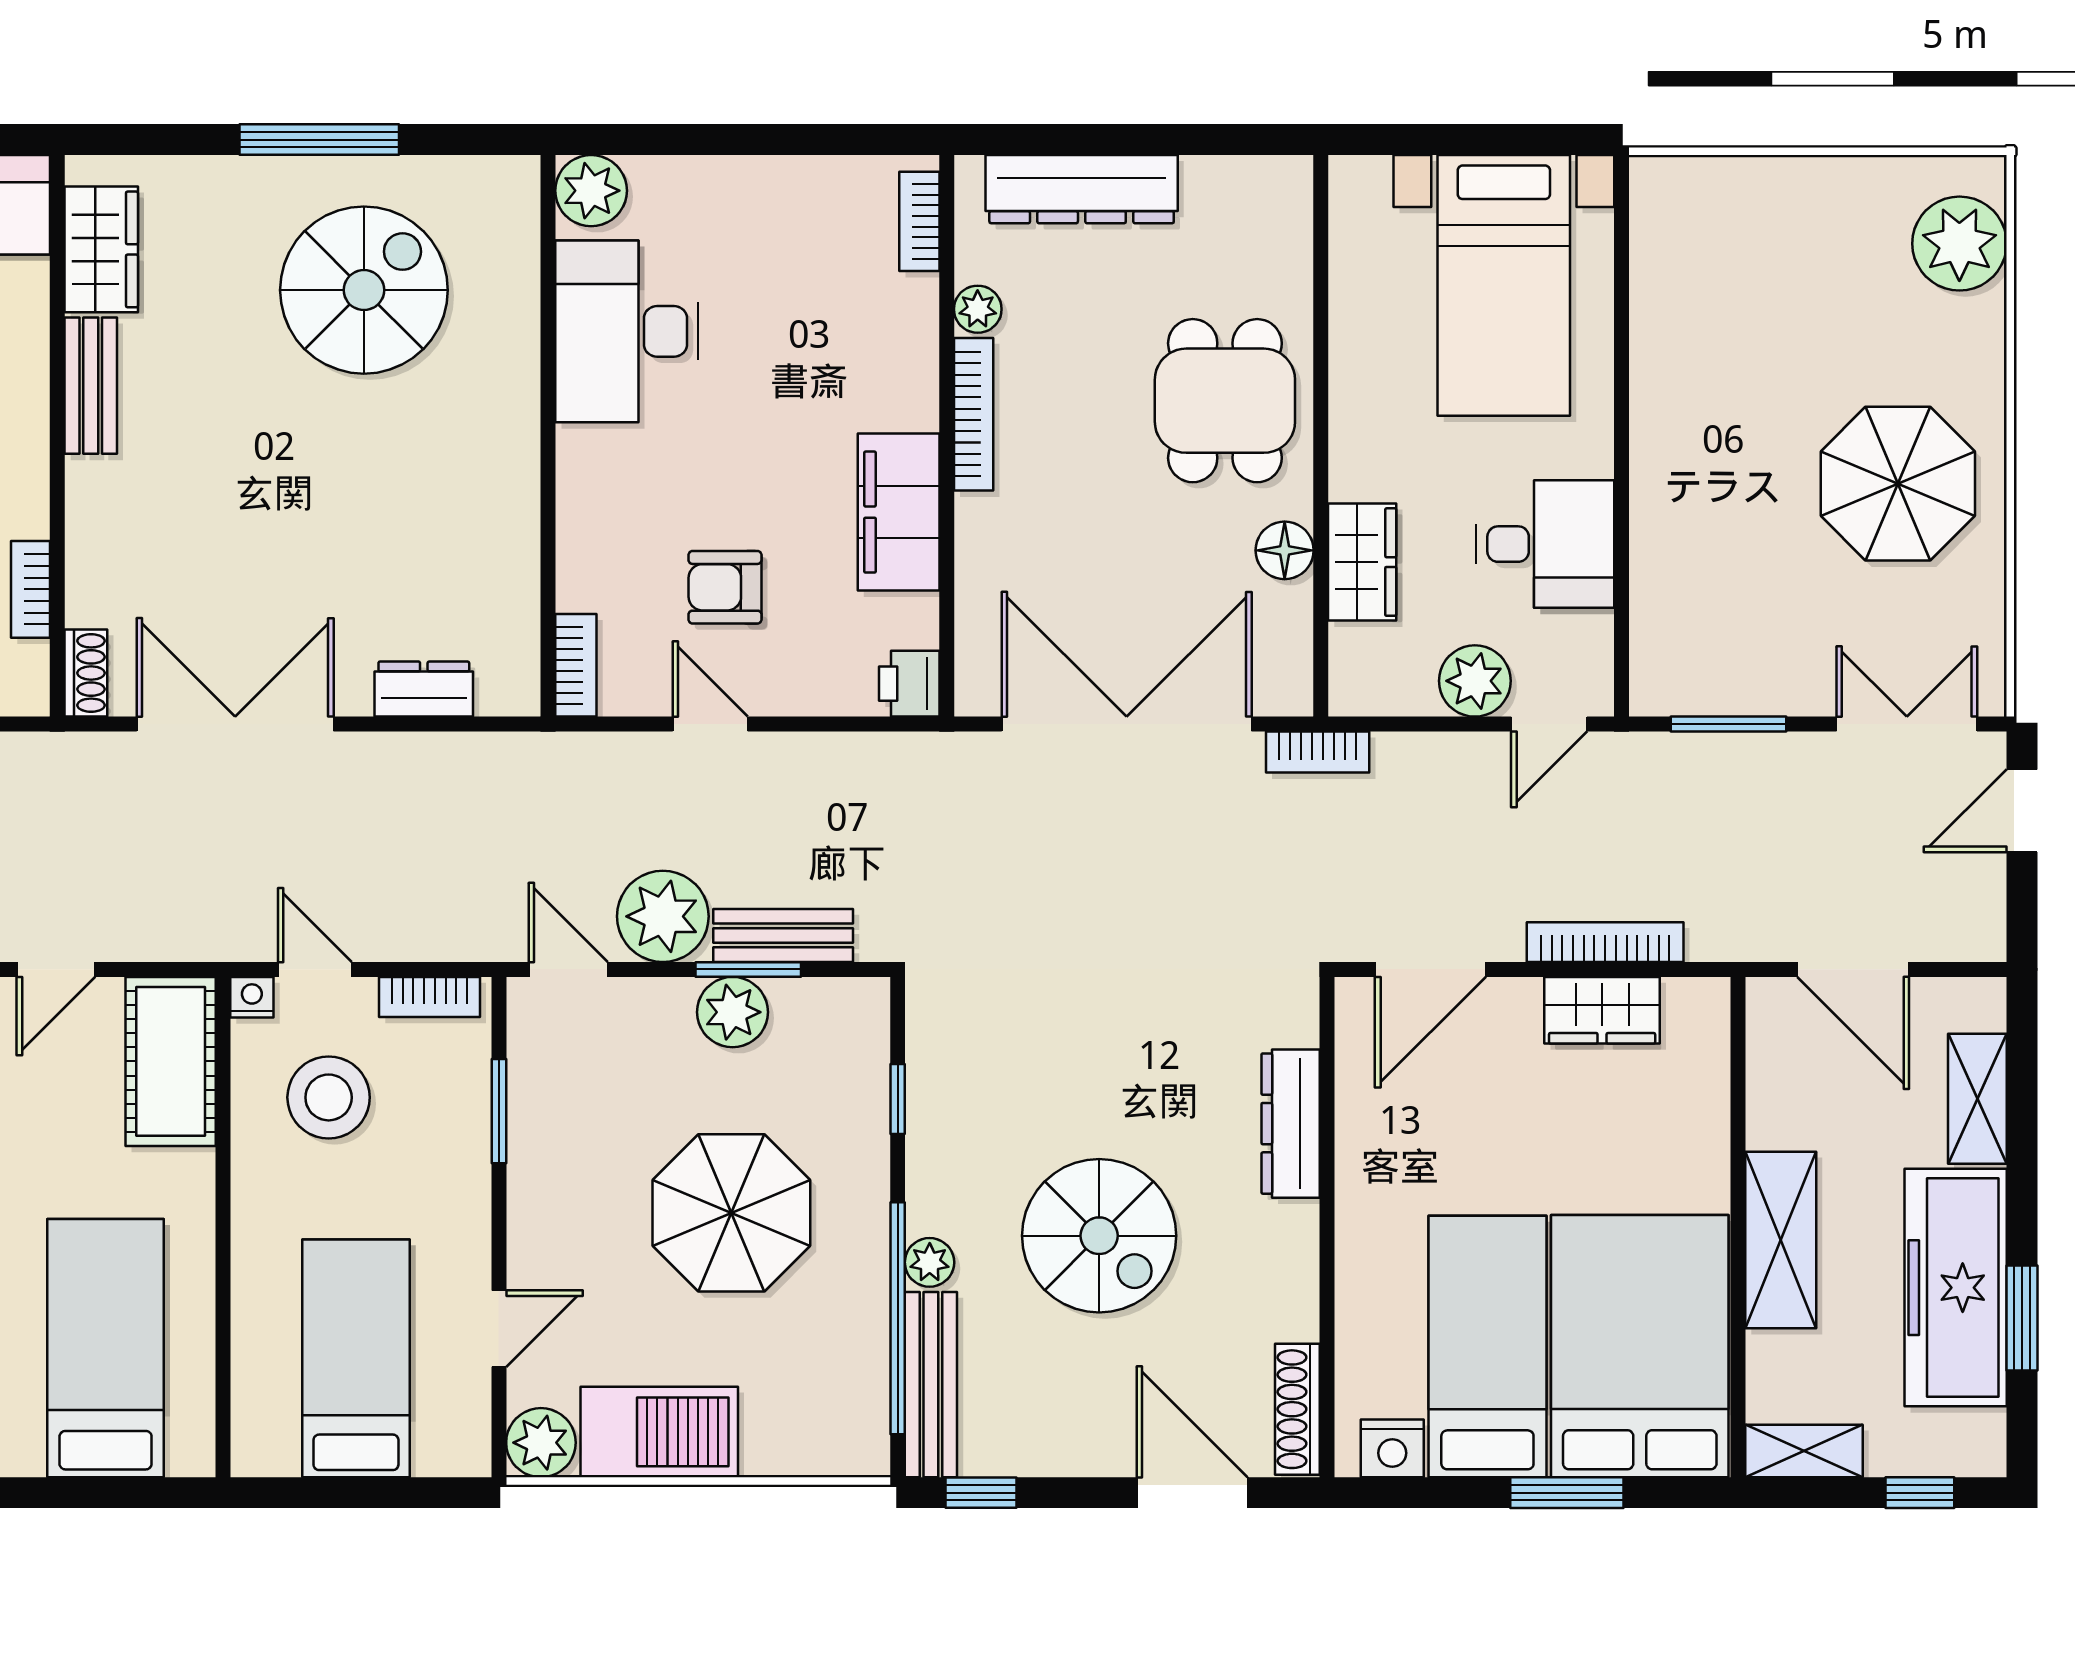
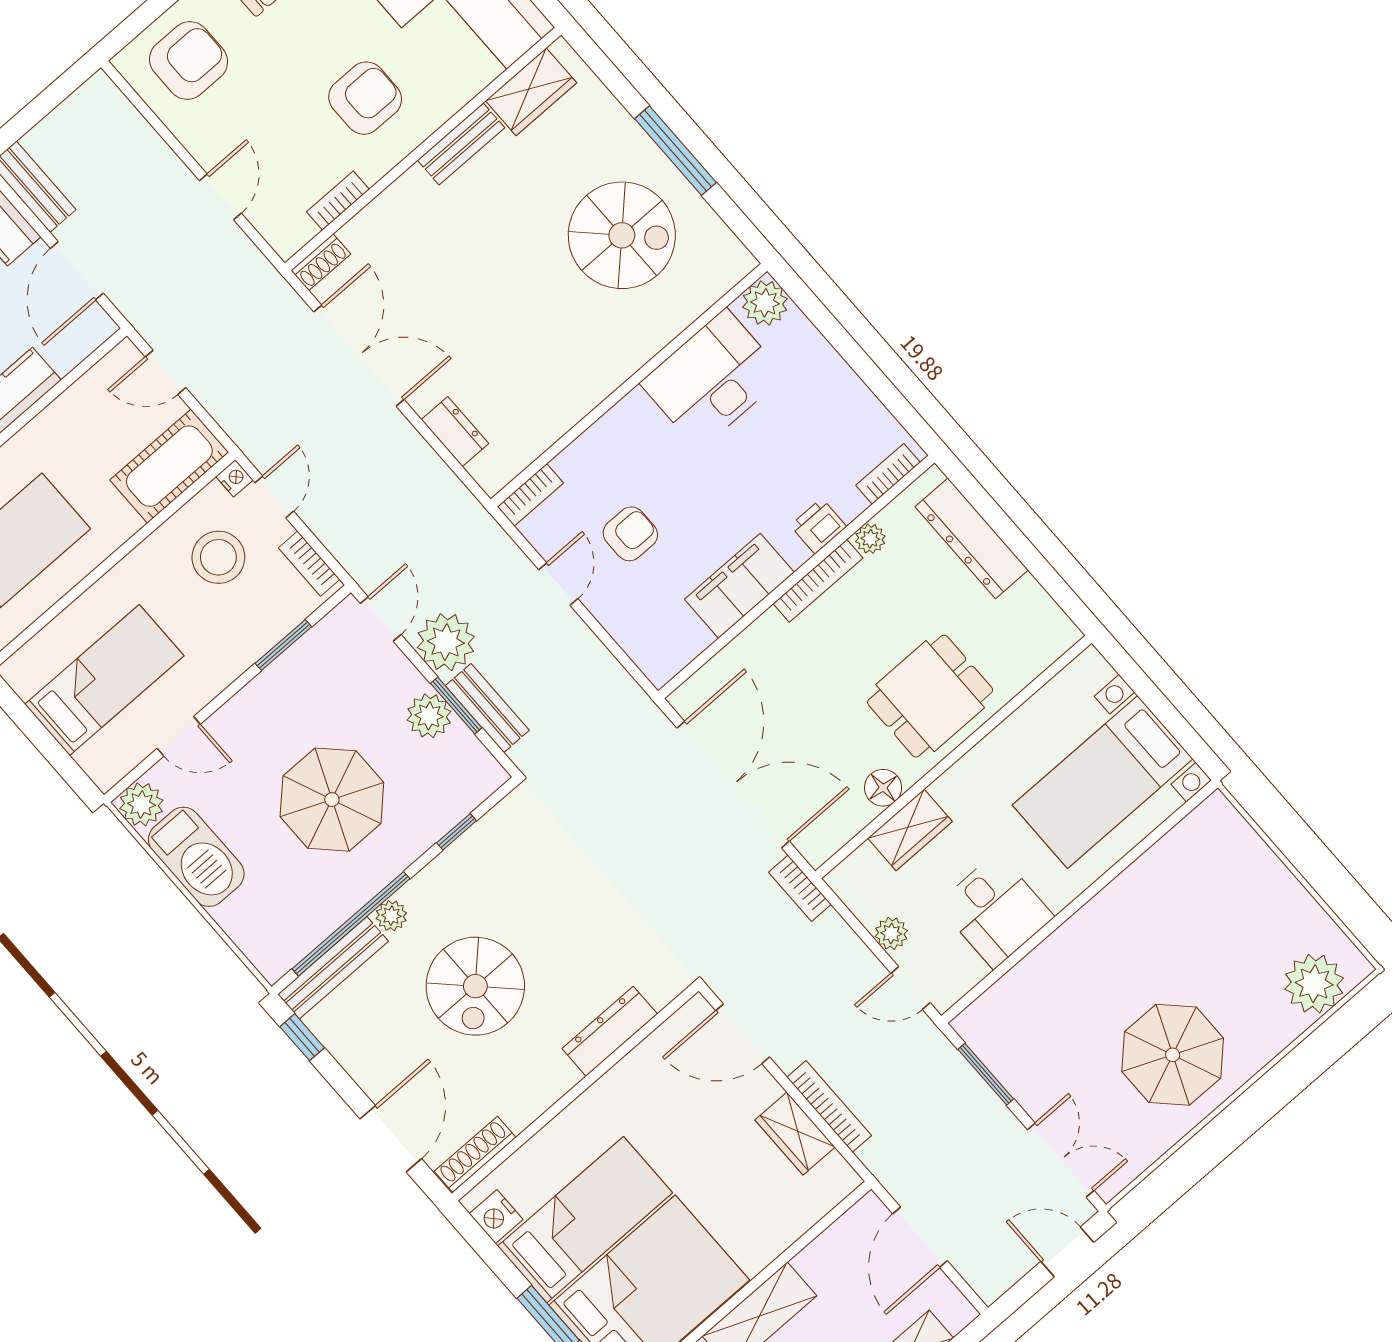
armchair: (725, 587) -> (630, 534), turned 90
plant: (1475, 681) -> (891, 933), width x0.73, depth x0.73
printer: (909, 684) -> (818, 526), moved

